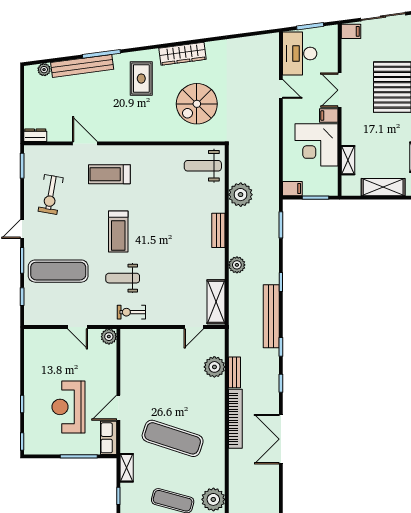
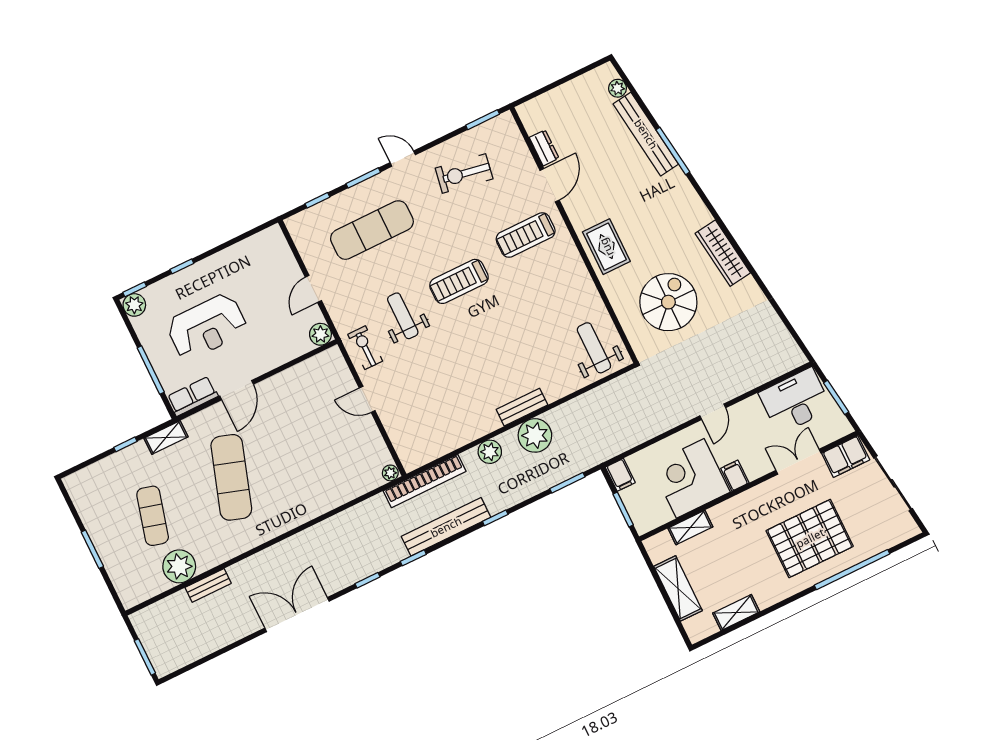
filing cabinet: (351, 31) -> (846, 457), width x2.00
rug: (141, 79) -> (606, 247), moved, turned 90
door: (281, 89) -> (713, 412), moved
double door: (340, 90) -> (798, 462), moved
spiral stairs: (197, 104) -> (668, 302), turned 90
dresser: (35, 135) -> (544, 148), moved
treadmill: (109, 174) -> (526, 235), turned -90
plant: (241, 195) -> (535, 435), moved
exercise mat: (58, 271) -> (372, 230), turned 90
shelving: (216, 302) -> (430, 448), removed
door: (194, 327) -> (367, 399), moved
plant: (214, 367) -> (390, 473), moved, width x0.53, depth x0.53
bench: (234, 372) -> (208, 585), moved
reception desk: (69, 407) -> (207, 327), turned 180
door: (118, 408) -> (237, 390), swing flipped
bookcase: (235, 419) -> (425, 481), moved
plant: (32, 447) -> (134, 305), added

